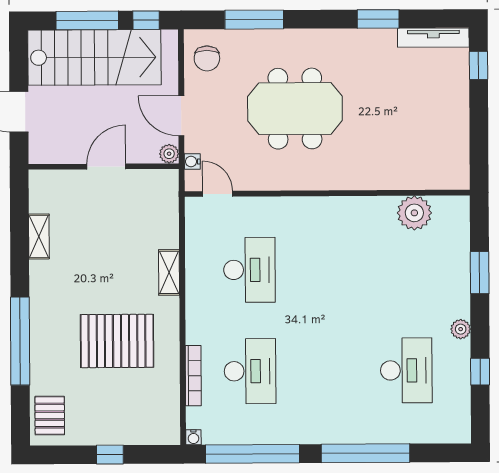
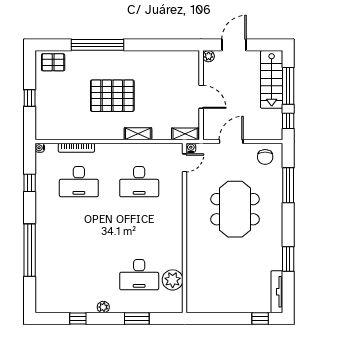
stairs: (94, 57) -> (272, 79), width x0.73, depth x0.66
chair: (207, 58) -> (265, 157), turned -90
plant: (169, 154) -> (209, 56), moved
water cooler: (192, 162) -> (191, 148), moved
shelving: (39, 236) -> (185, 134), moved
pallet: (117, 341) -> (112, 96), moved, turned 90
desk: (406, 370) -> (139, 275), moved
window: (253, 454) -> (30, 183), width x0.32

